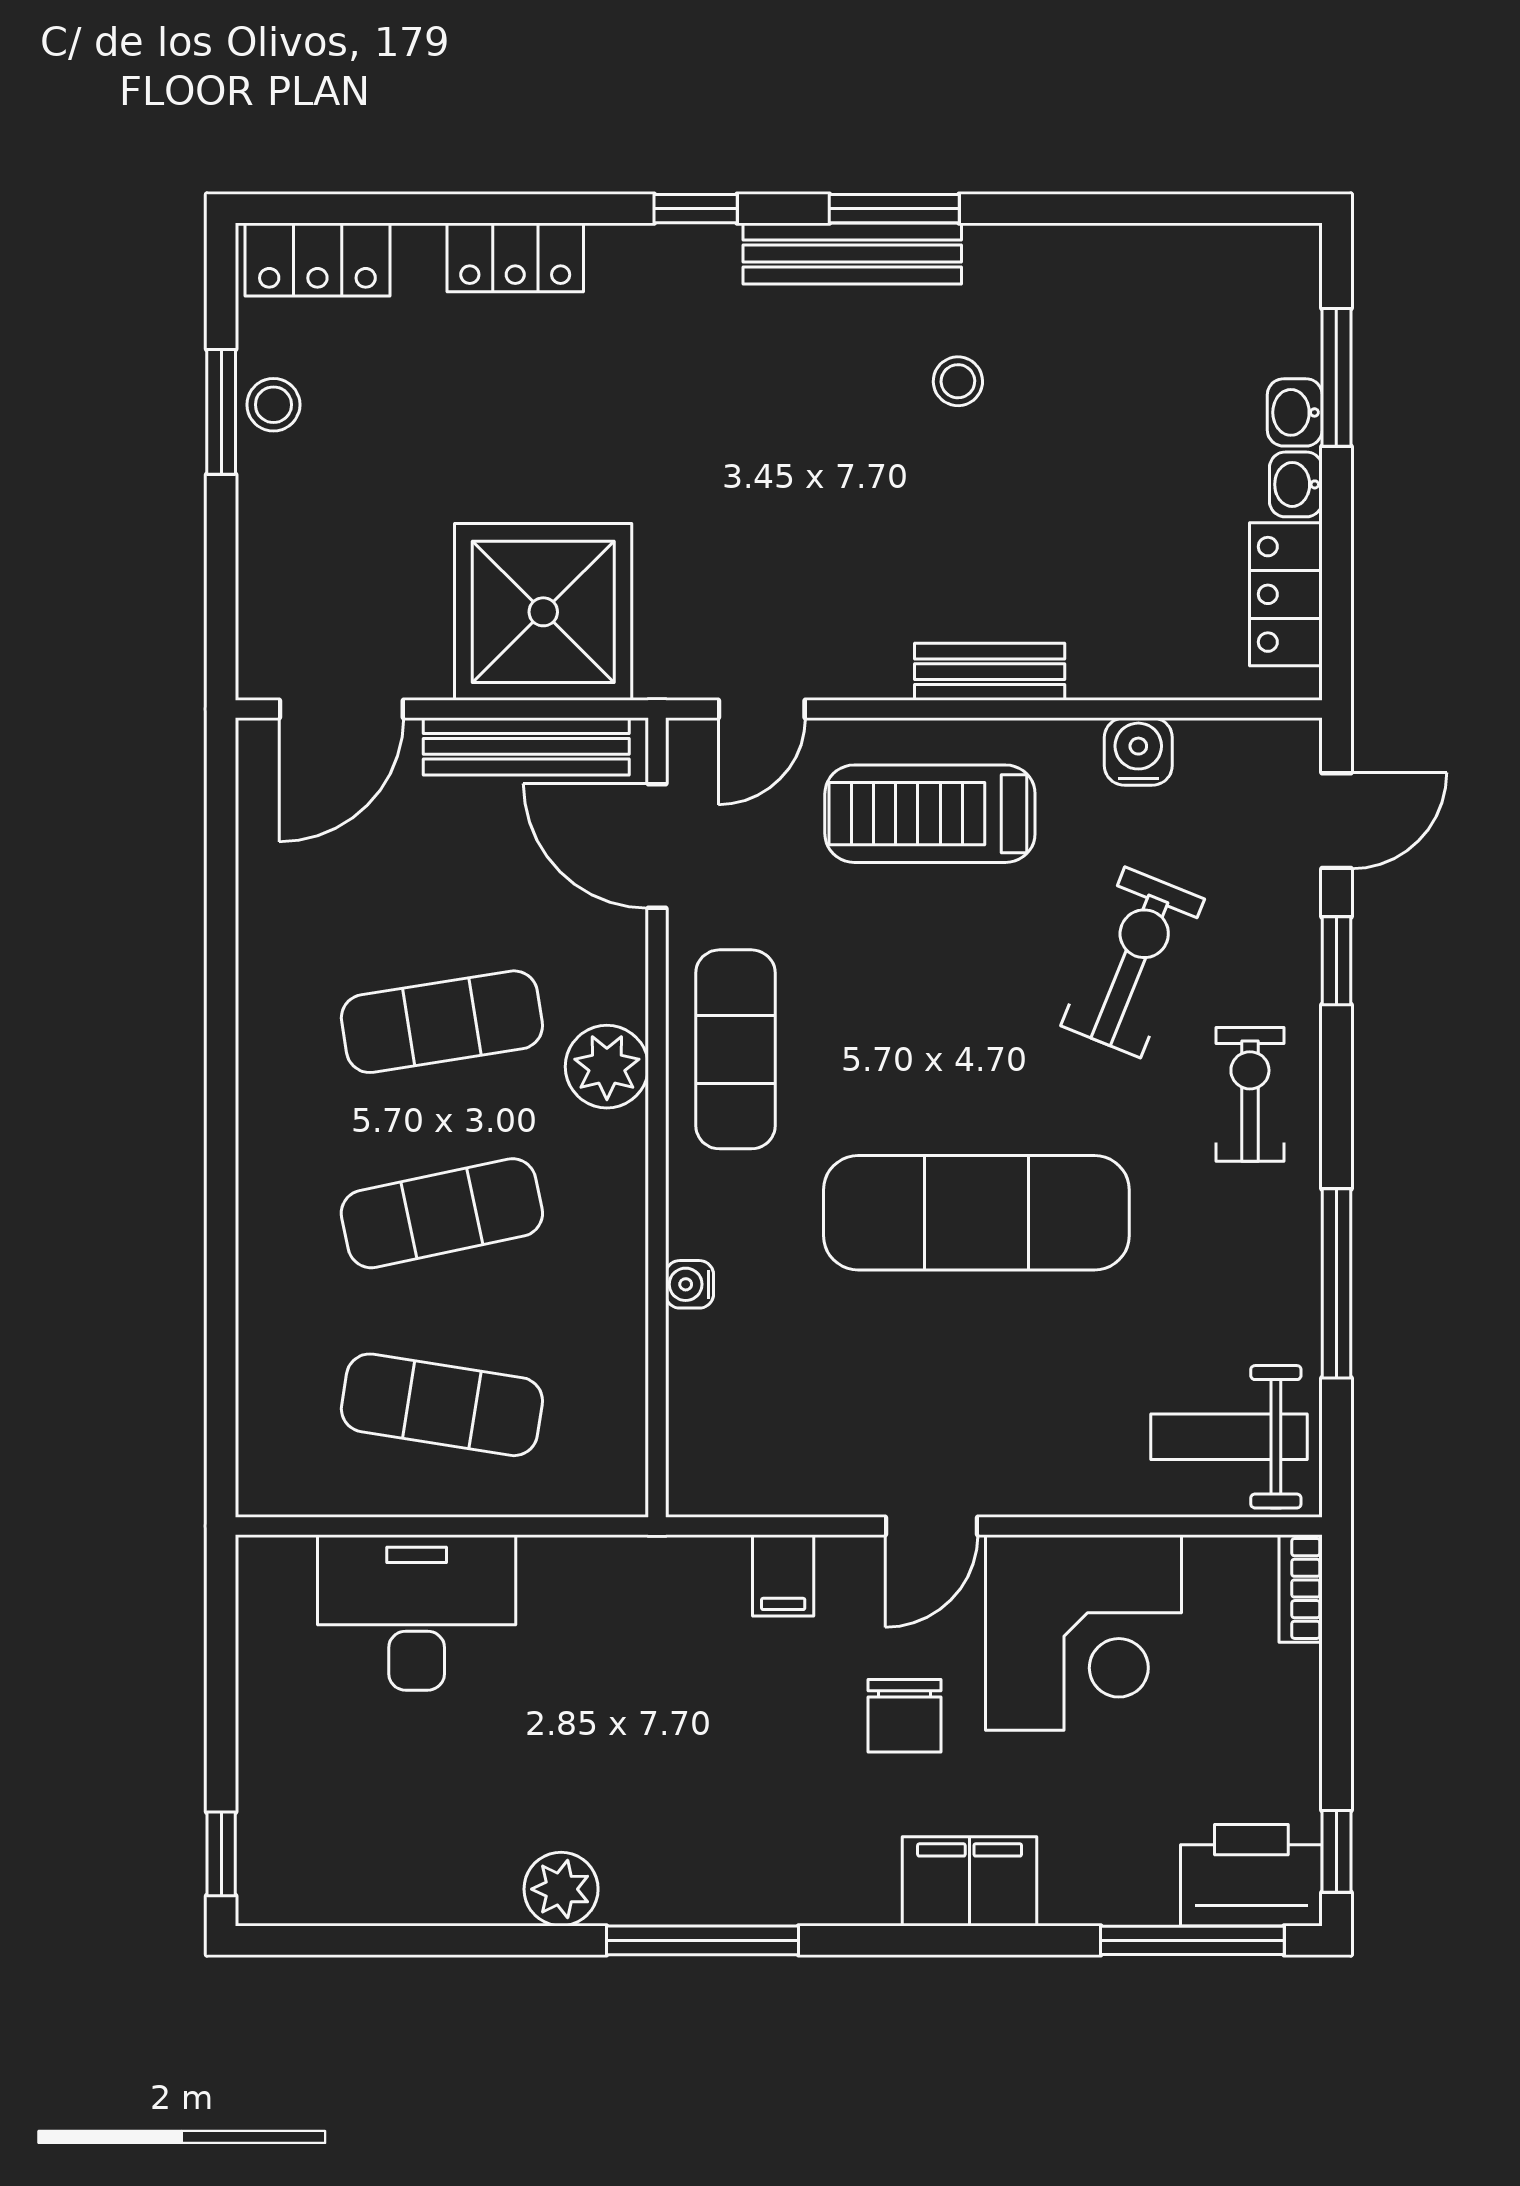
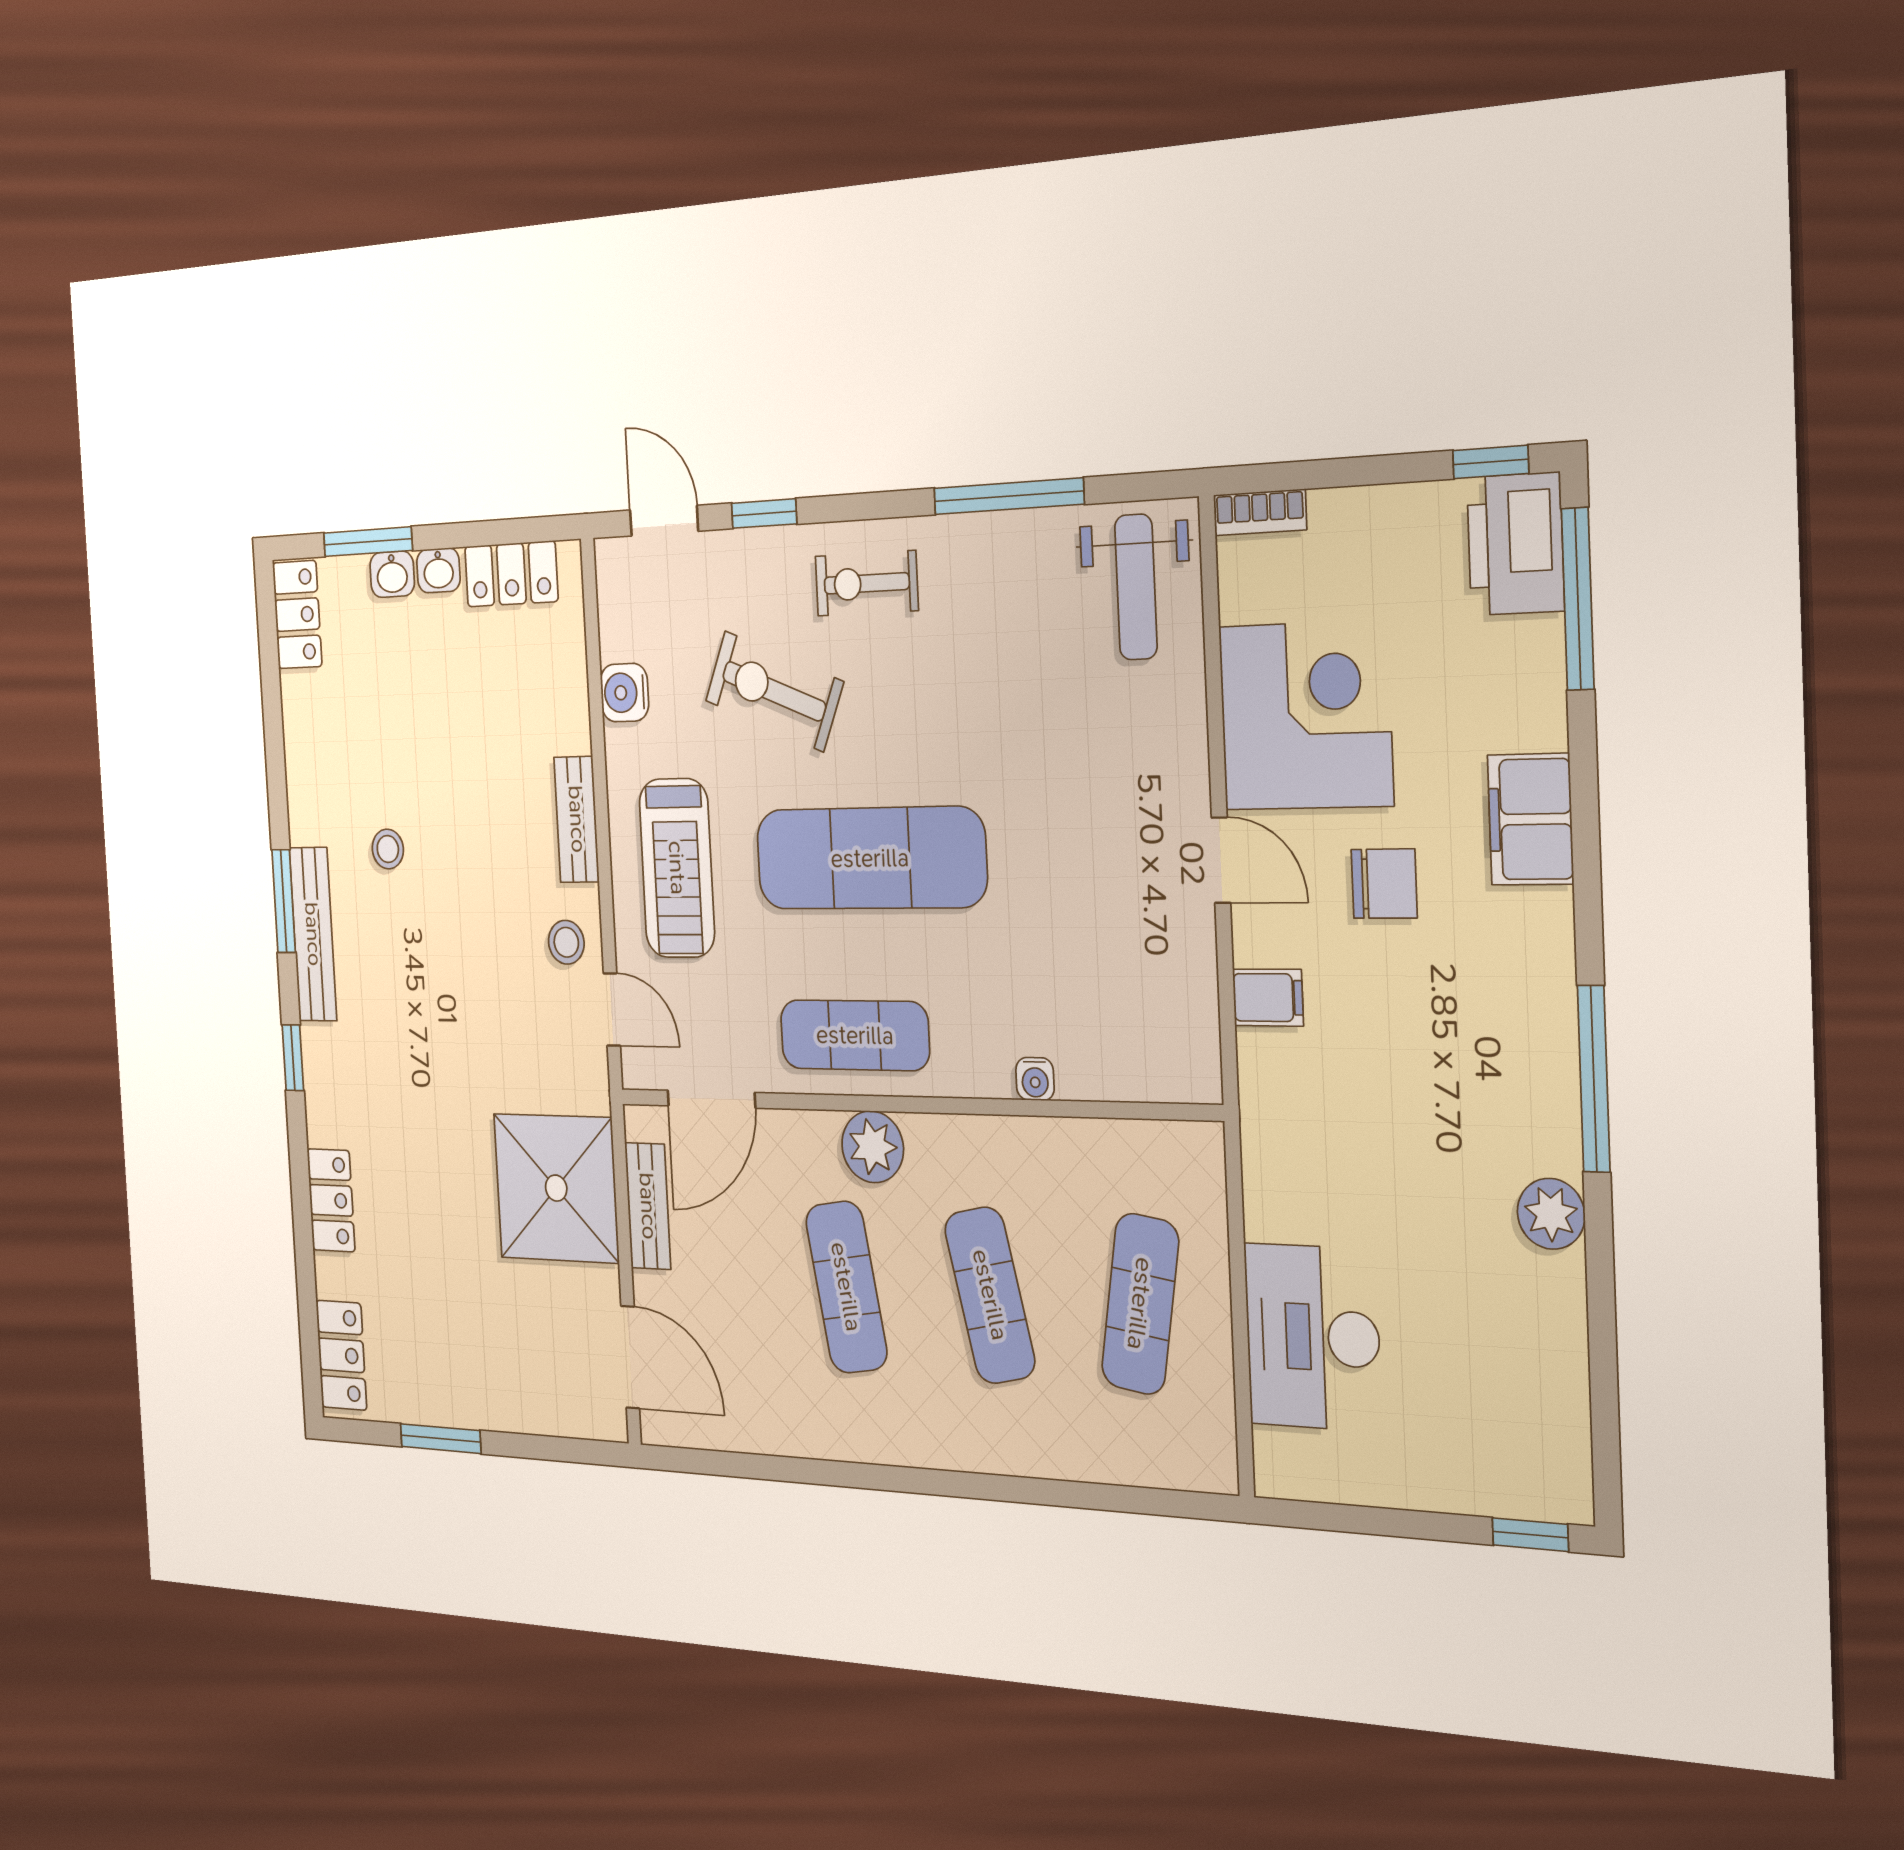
locker: (1252, 258) -> (297, 615), added
stool: (273, 405) -> (566, 942), moved
bench: (526, 746) -> (648, 1206), width x0.73
exercise mat: (976, 1213) -> (870, 858), moved, turned 90

